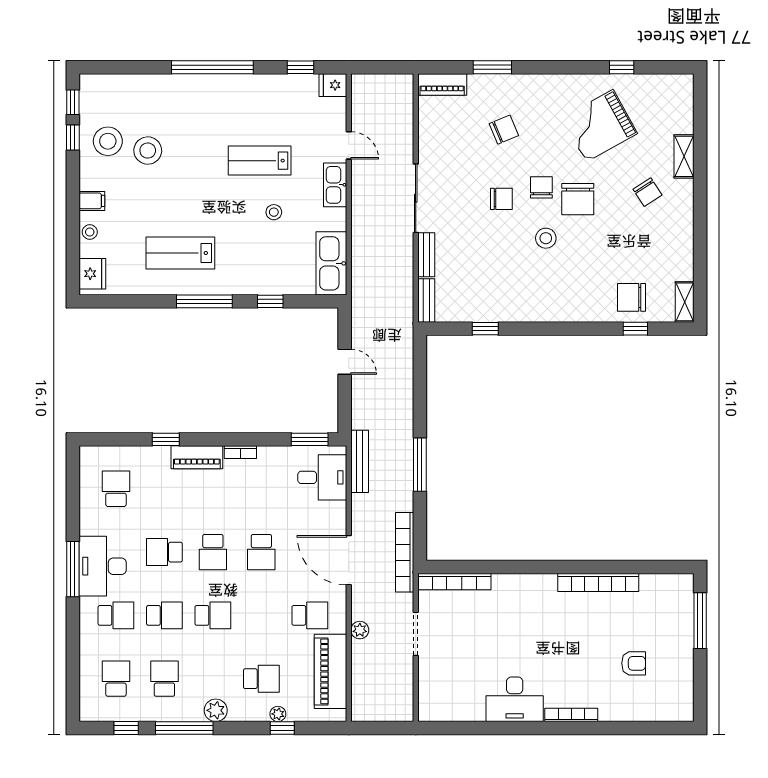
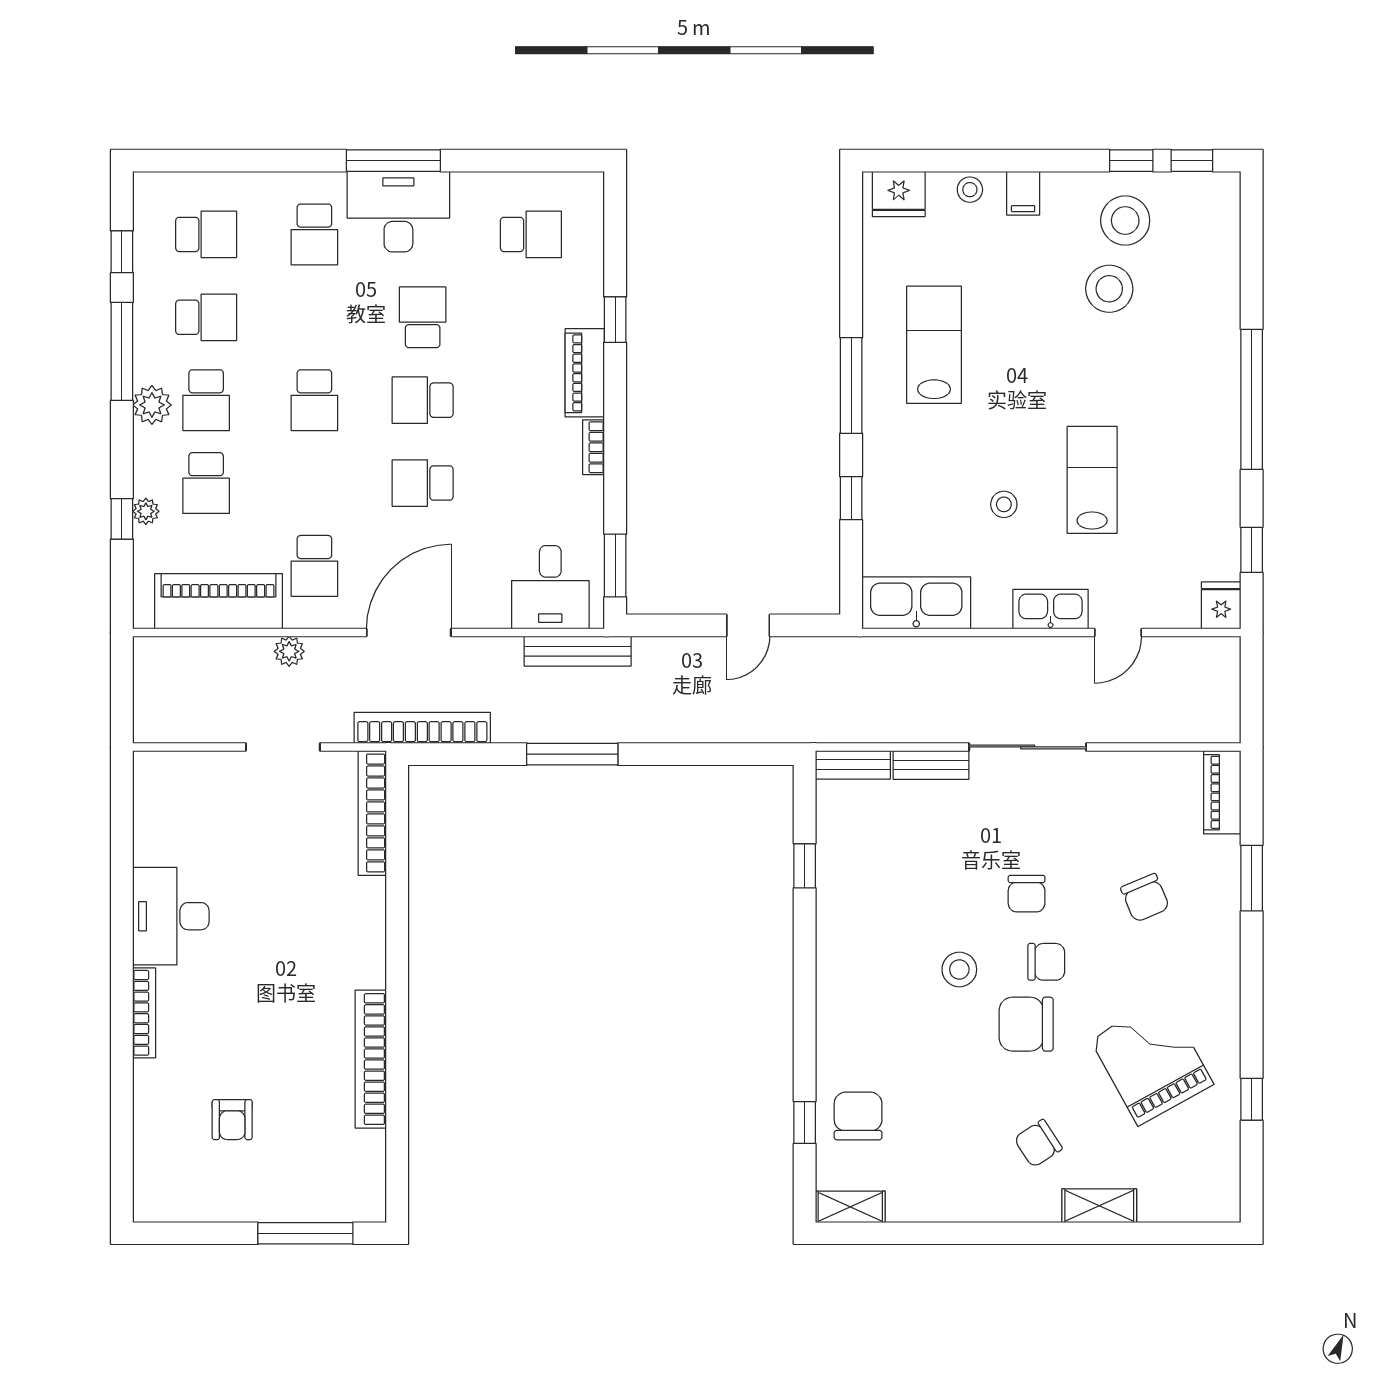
school desk: (164, 615) -> (206, 400), moved

